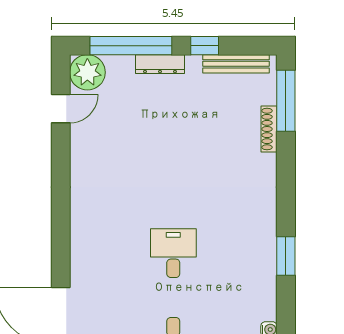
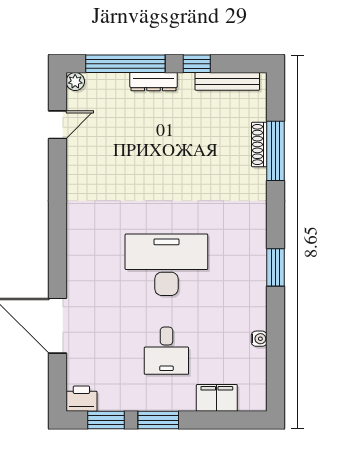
plant: (87, 72) -> (75, 82), width x0.53, depth x0.53
window: (286, 101) -> (276, 151), moved
desk: (173, 253) -> (166, 265), width x1.87, depth x1.30

